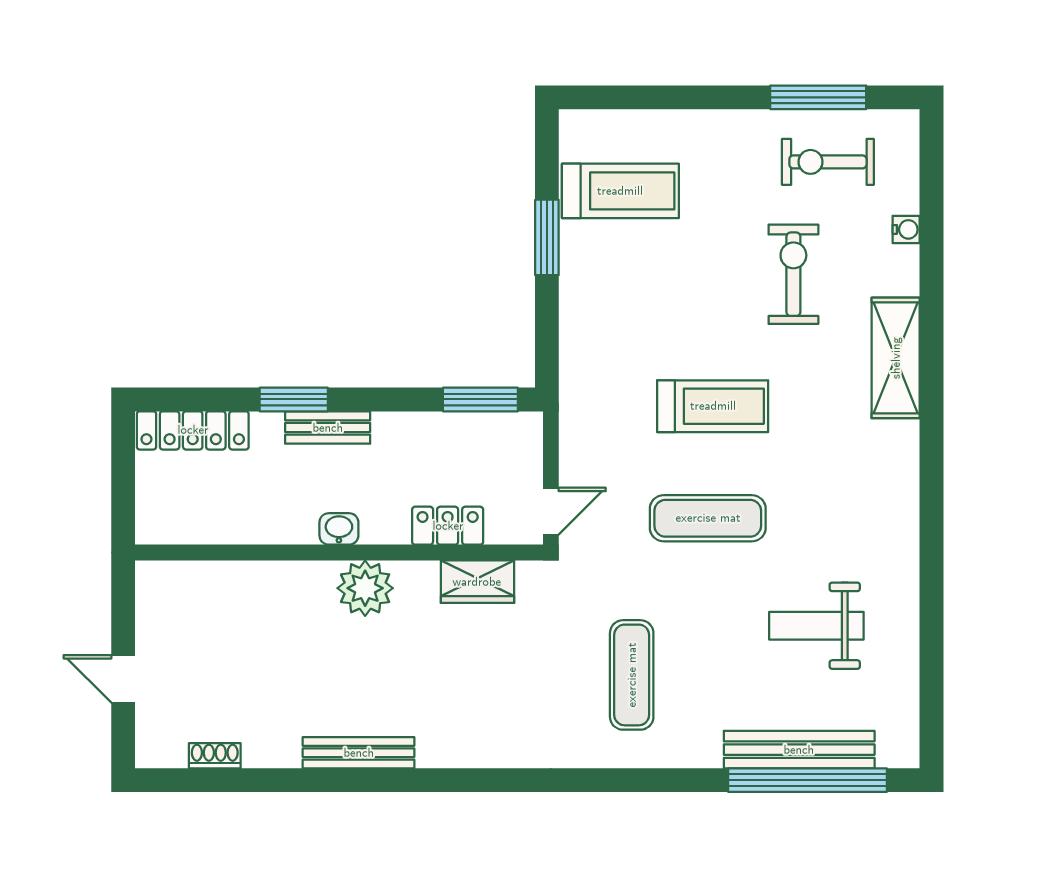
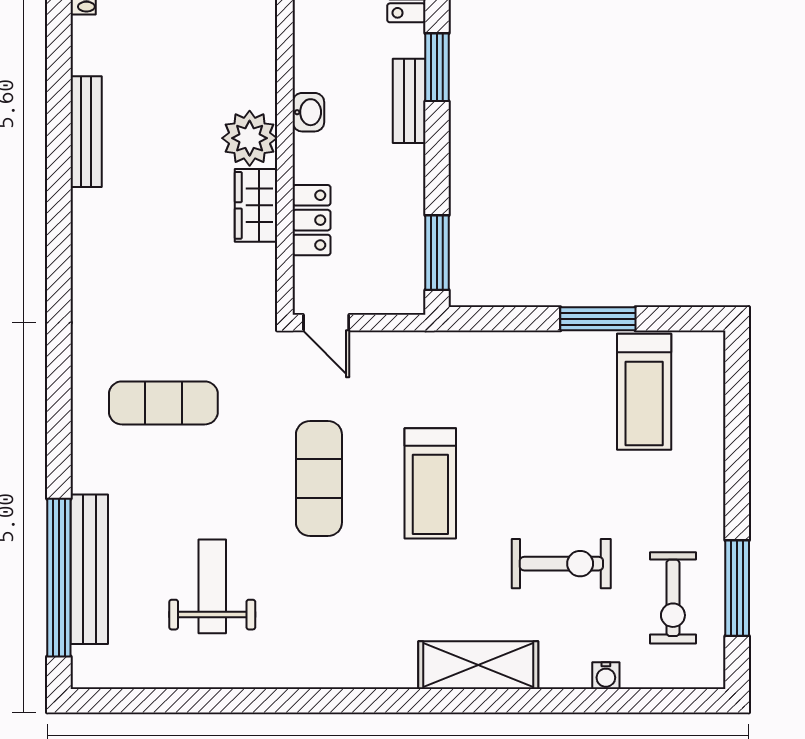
exercise bike: (828, 162) -> (673, 598), turned 180
wardrobe: (477, 582) -> (256, 205), moved

